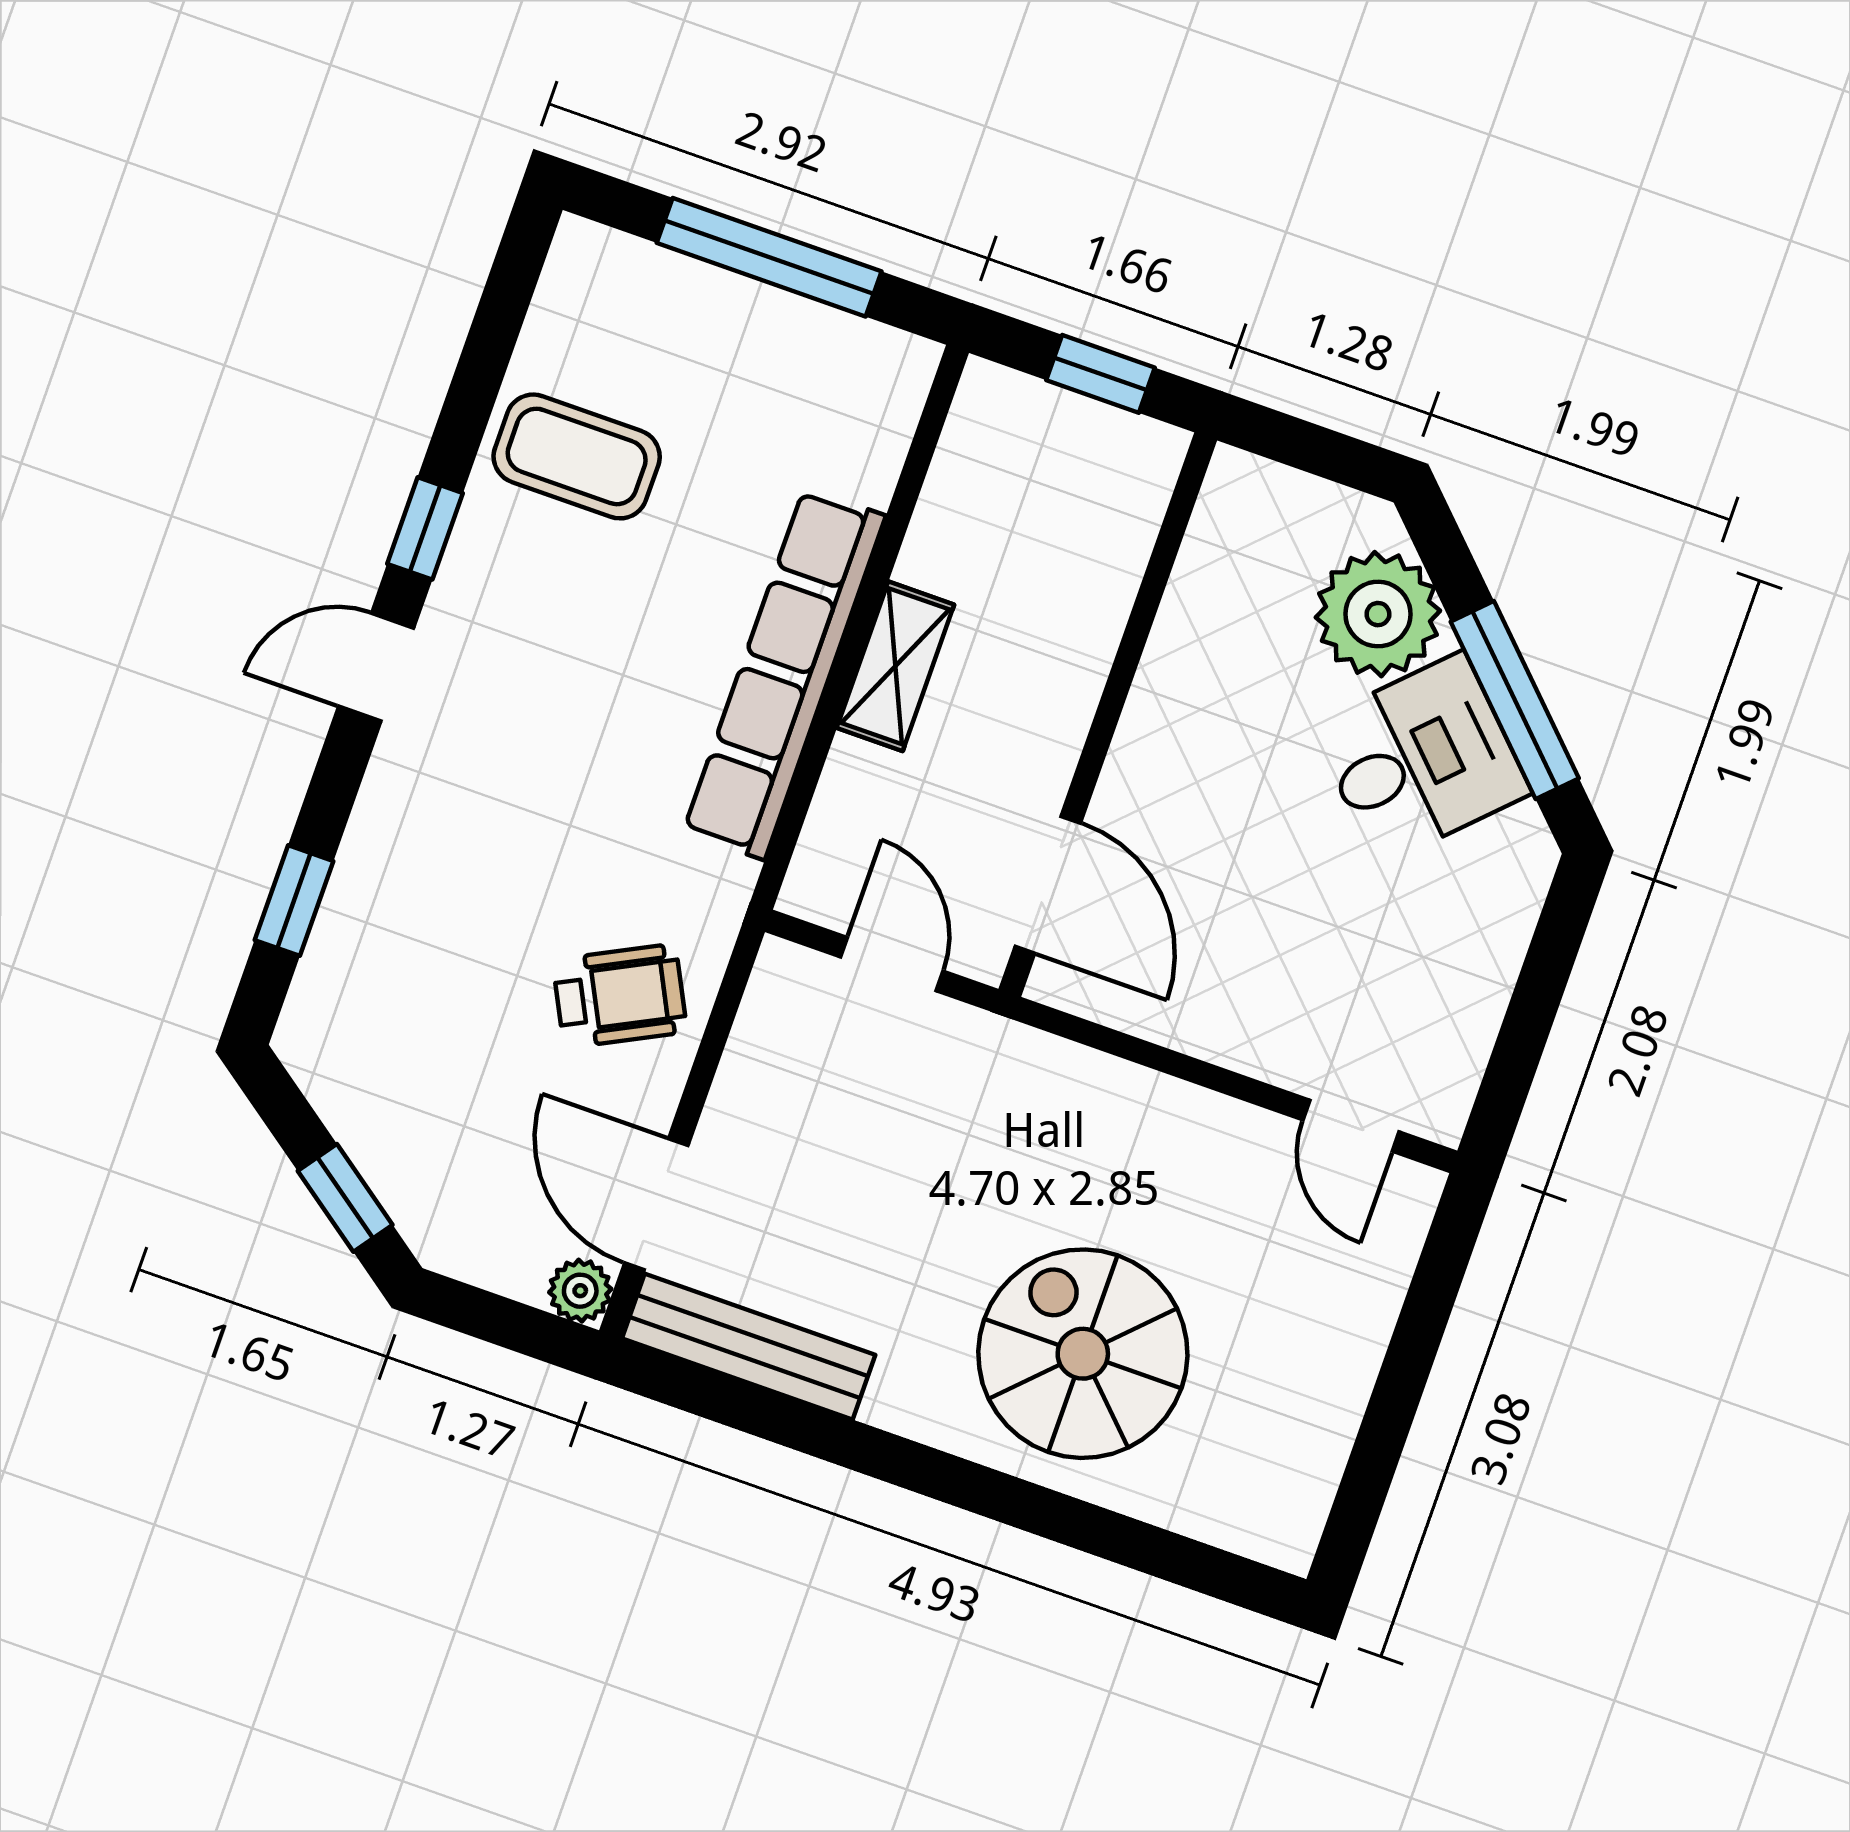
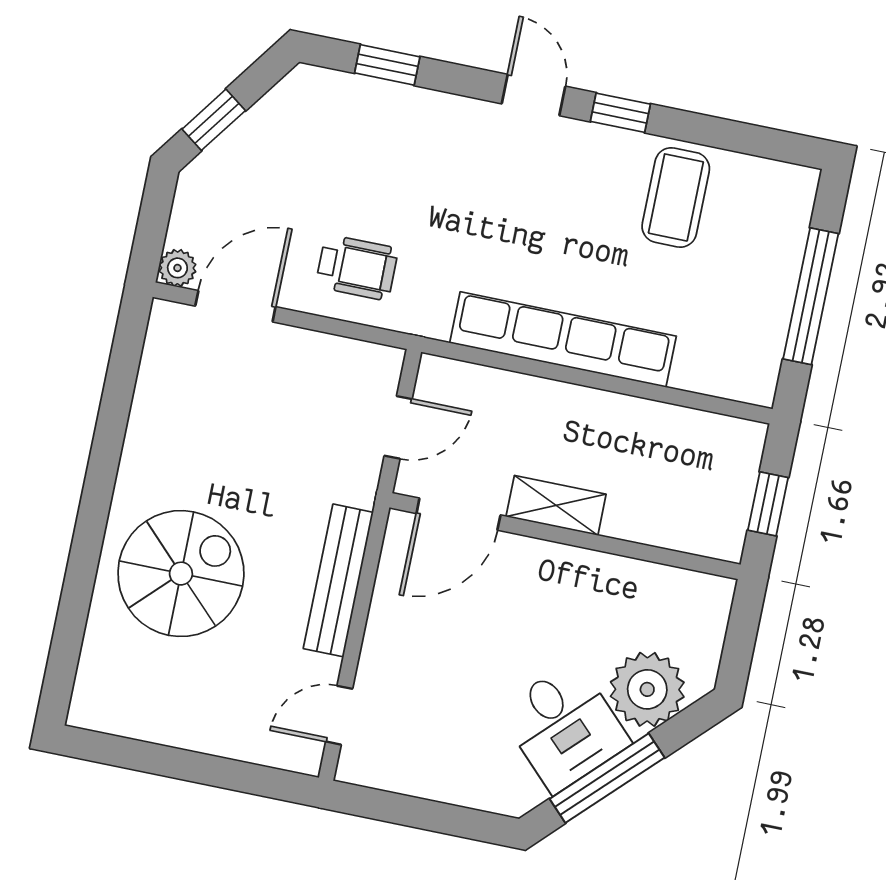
shelving: (895, 666) -> (556, 505), moved
wheelchair: (620, 996) -> (357, 267), turned -63
bench: (749, 1347) -> (338, 580), moved

